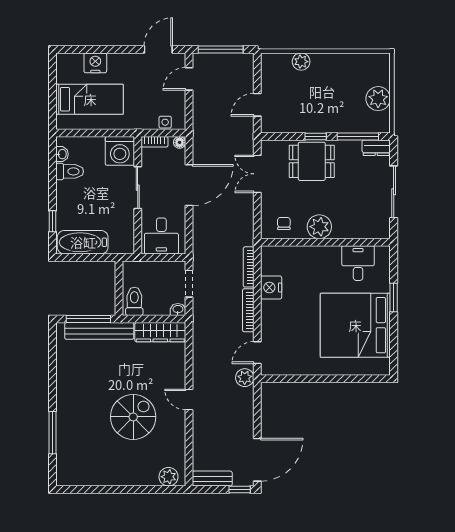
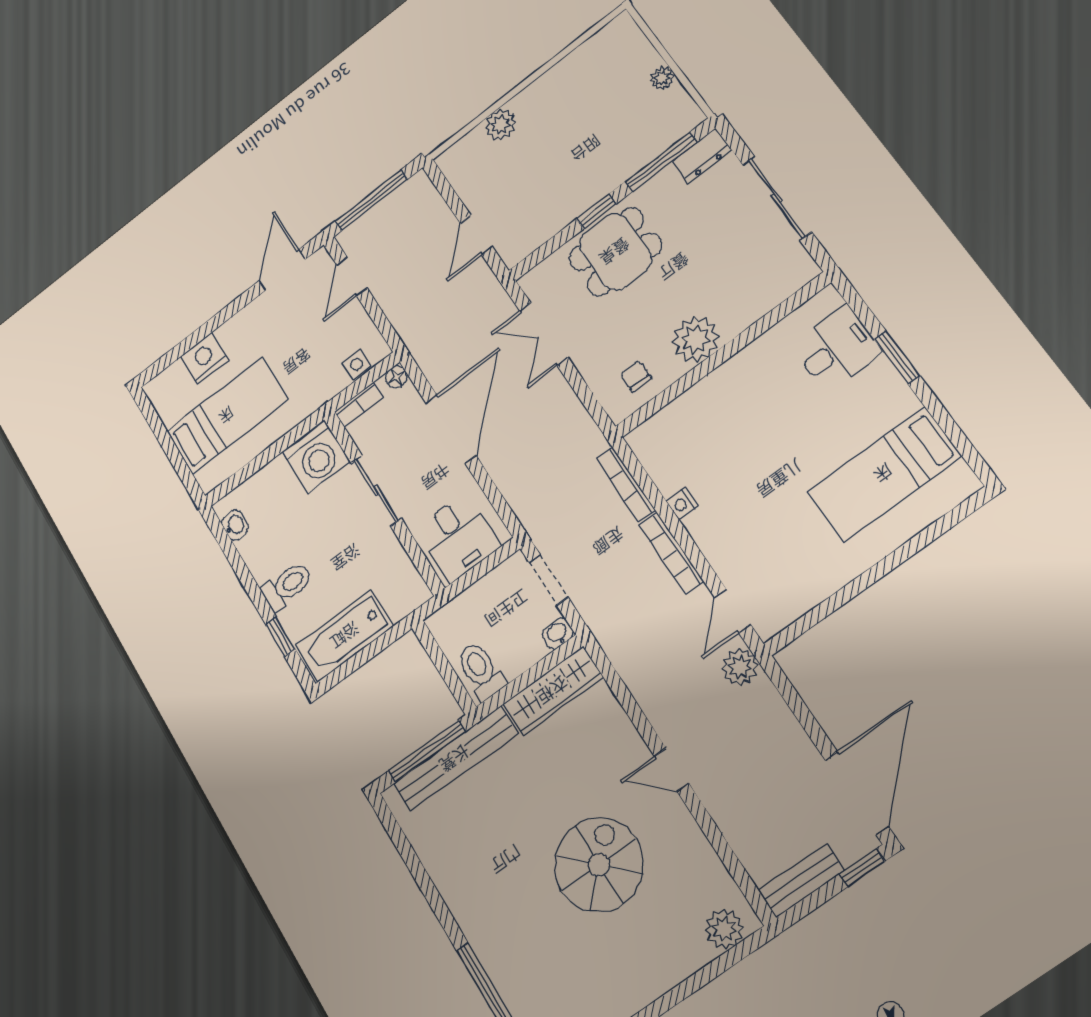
plant: (378, 99) -> (662, 78), width x0.53, depth x0.53
toilet: (70, 171) -> (287, 586), moved
desk: (358, 263) -> (837, 349), moved, turned 90
nightstand: (271, 287) -> (682, 504), width x0.53, depth x0.56
bed: (355, 325) -> (884, 474), width x0.49

